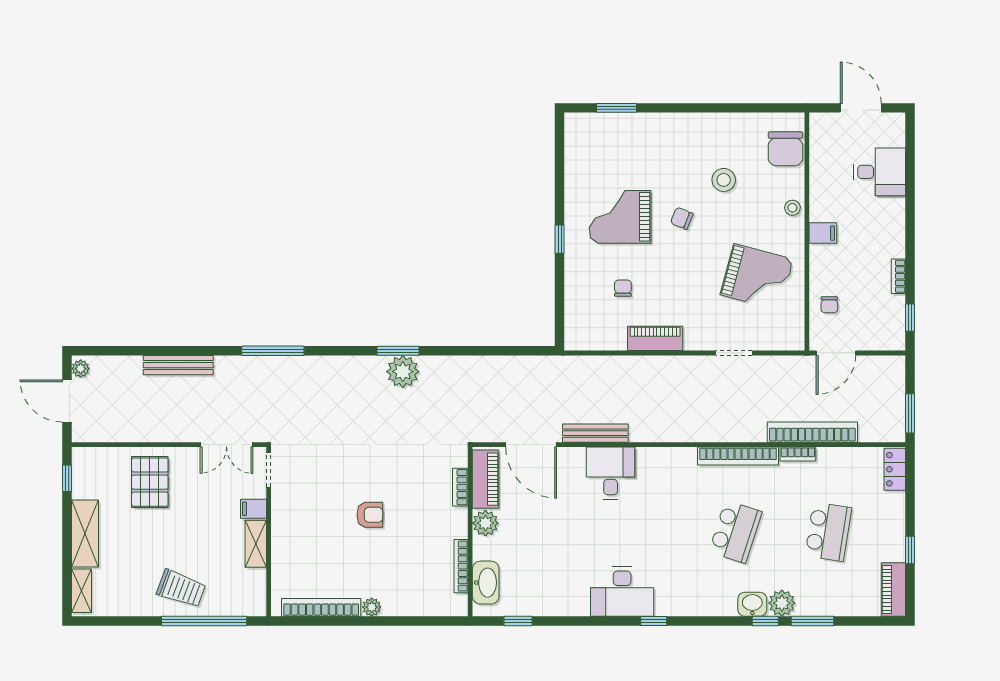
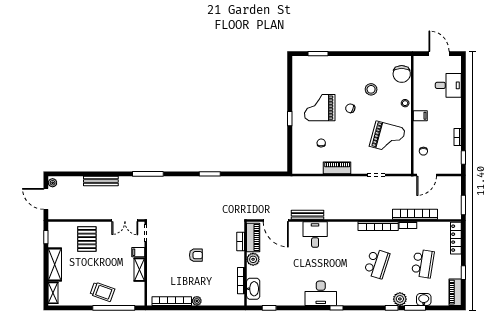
plant: (403, 372) -> (212, 184), removed
locker: (895, 469) -> (456, 238), width x1.53
washbasin: (752, 604) -> (424, 299), moved

